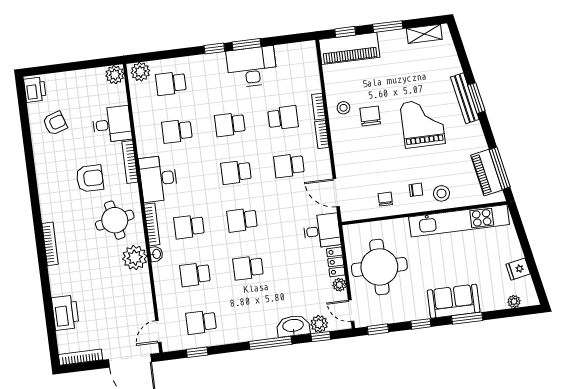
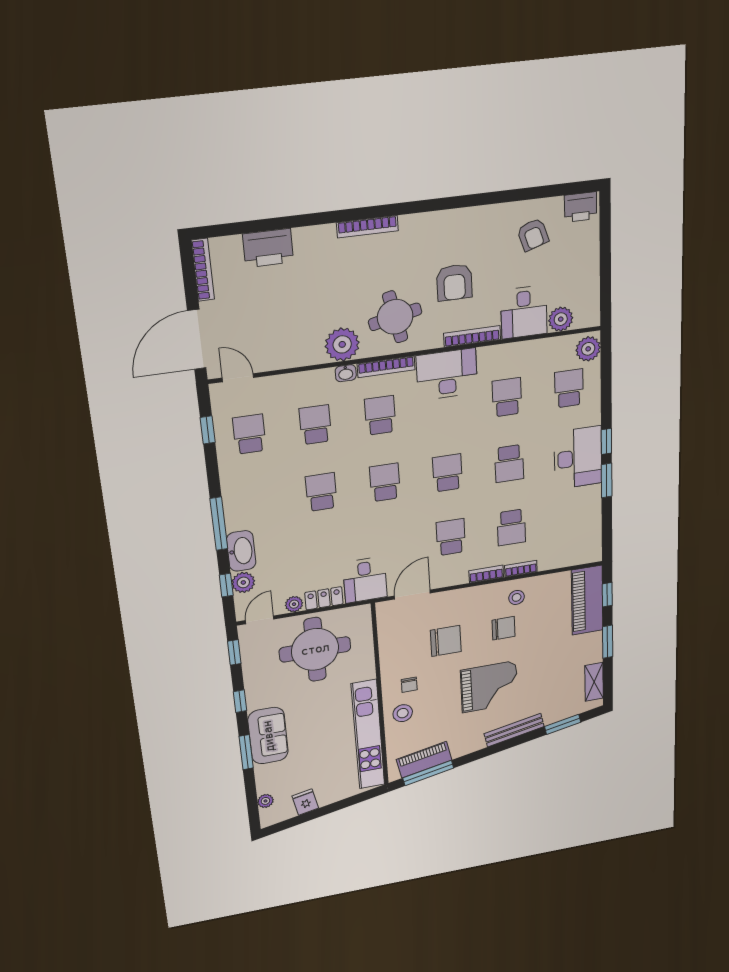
desk: (252, 67) -> (578, 458), moved
plant: (115, 75) -> (561, 319), moved
window: (476, 98) -> (563, 724), moved
school desk: (230, 124) -> (509, 464), turned 180
chair: (385, 199) -> (446, 641), moved, width x1.87, depth x1.87

